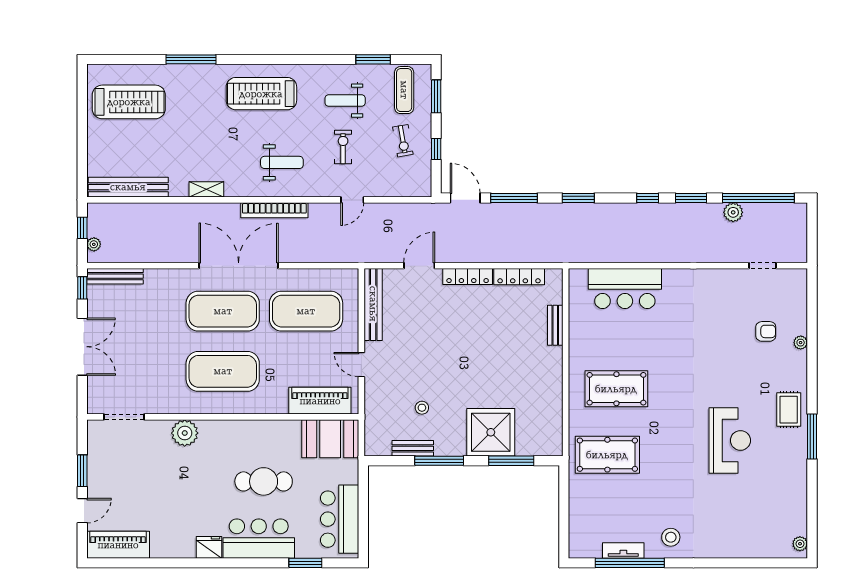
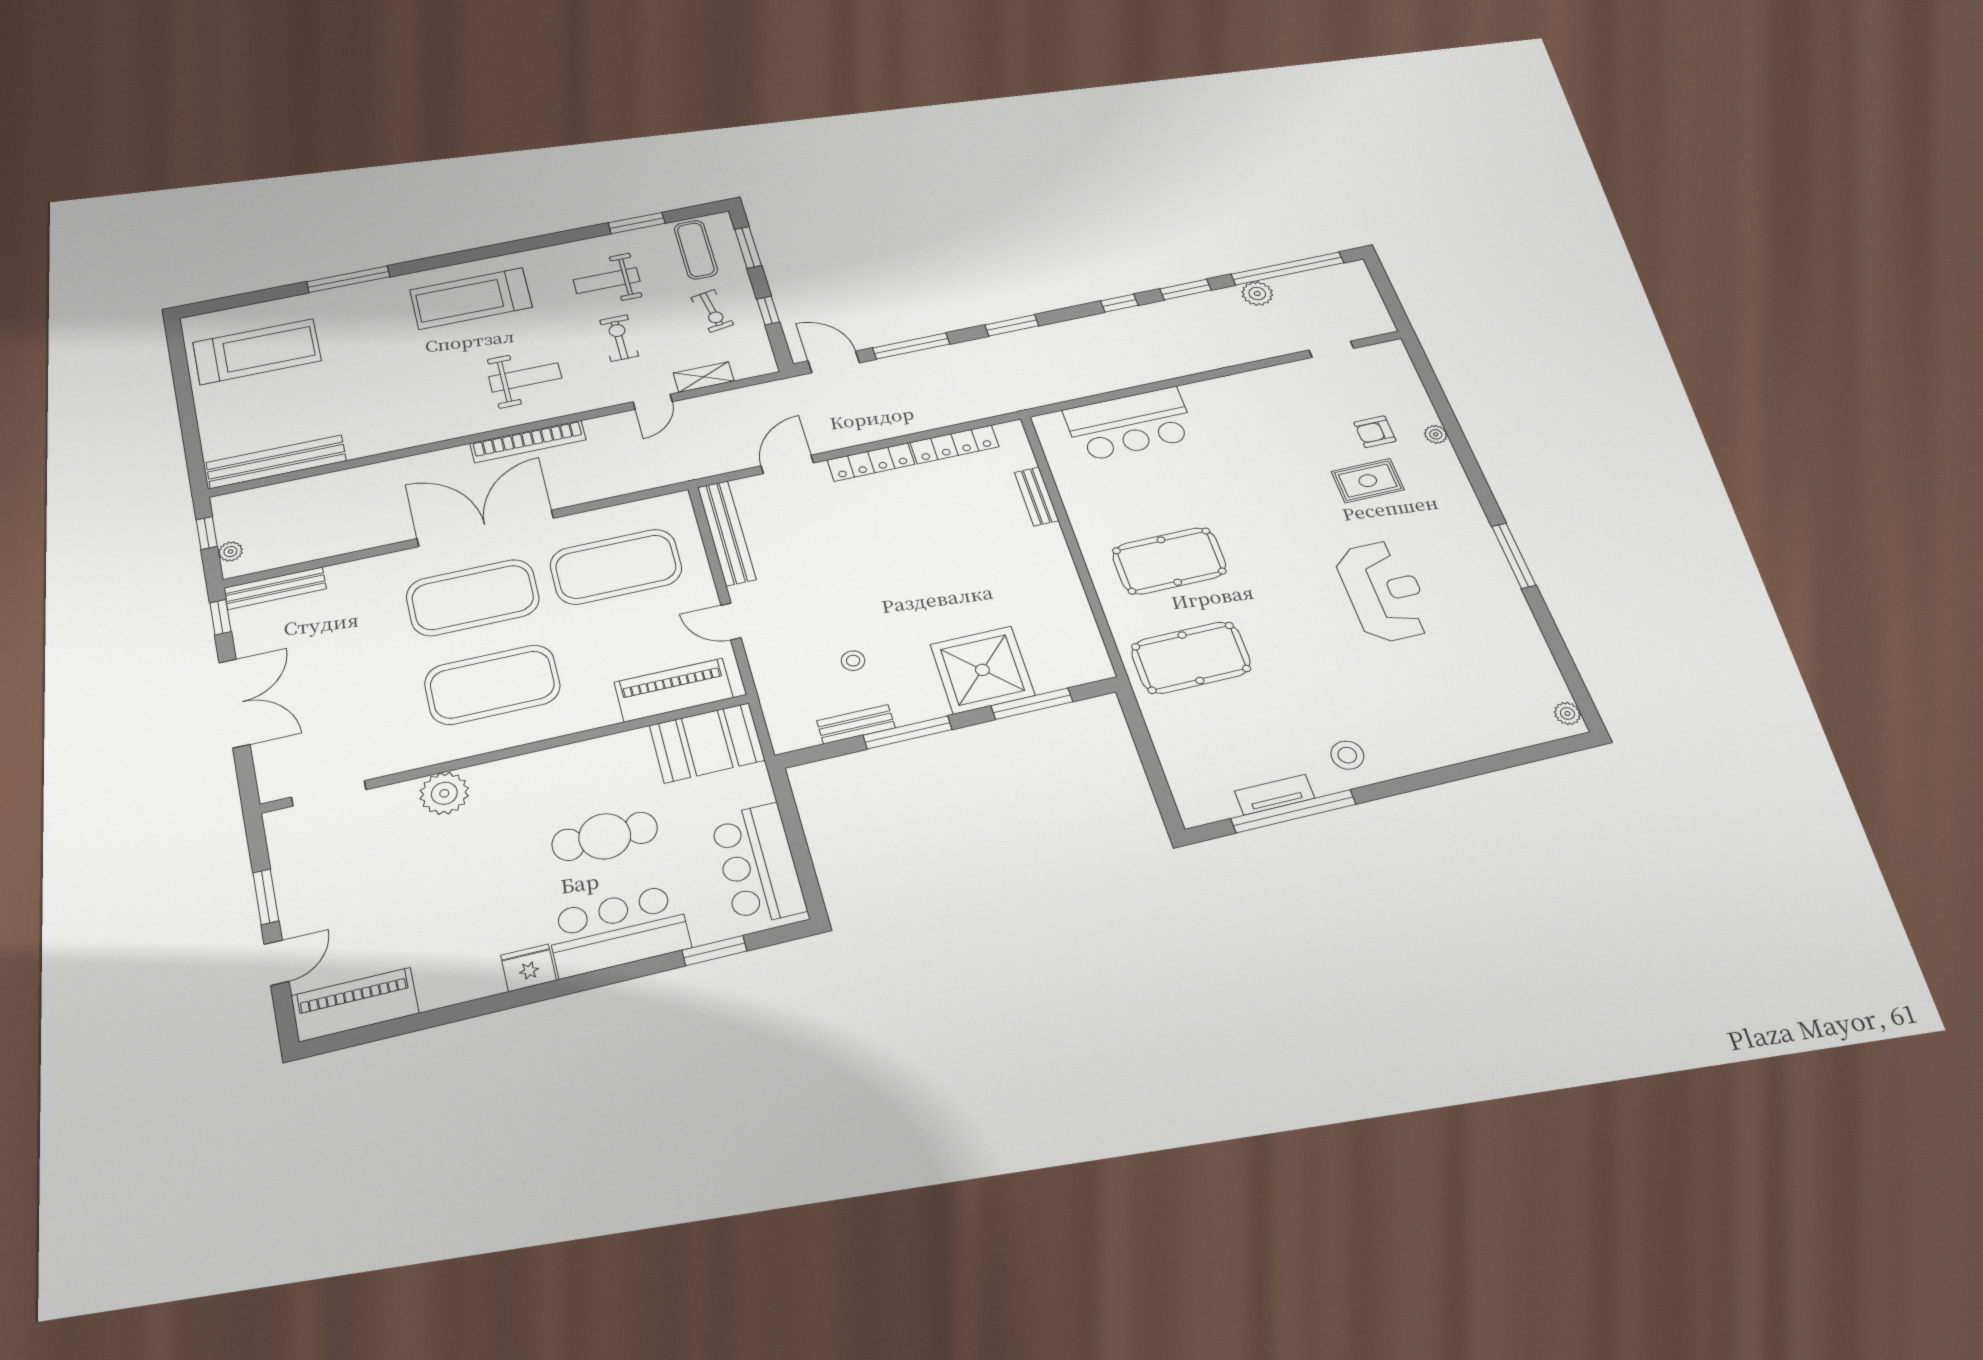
shelving: (206, 189) -> (704, 377), moved
armchair: (766, 331) -> (1375, 432), turned 180
rug: (789, 410) -> (1368, 481), moved, turned 90

